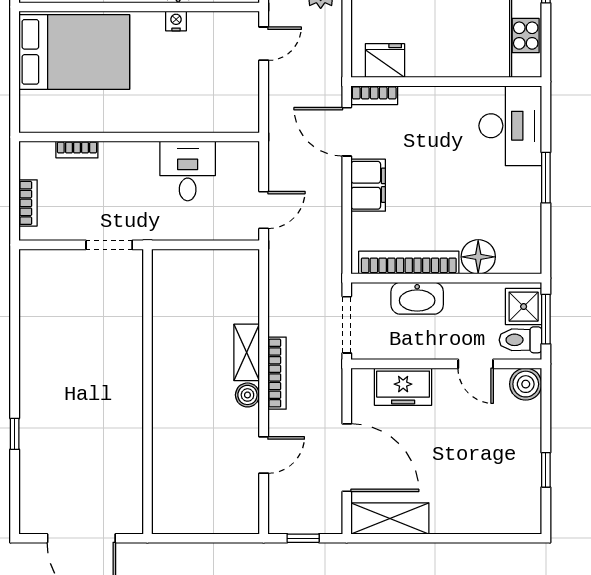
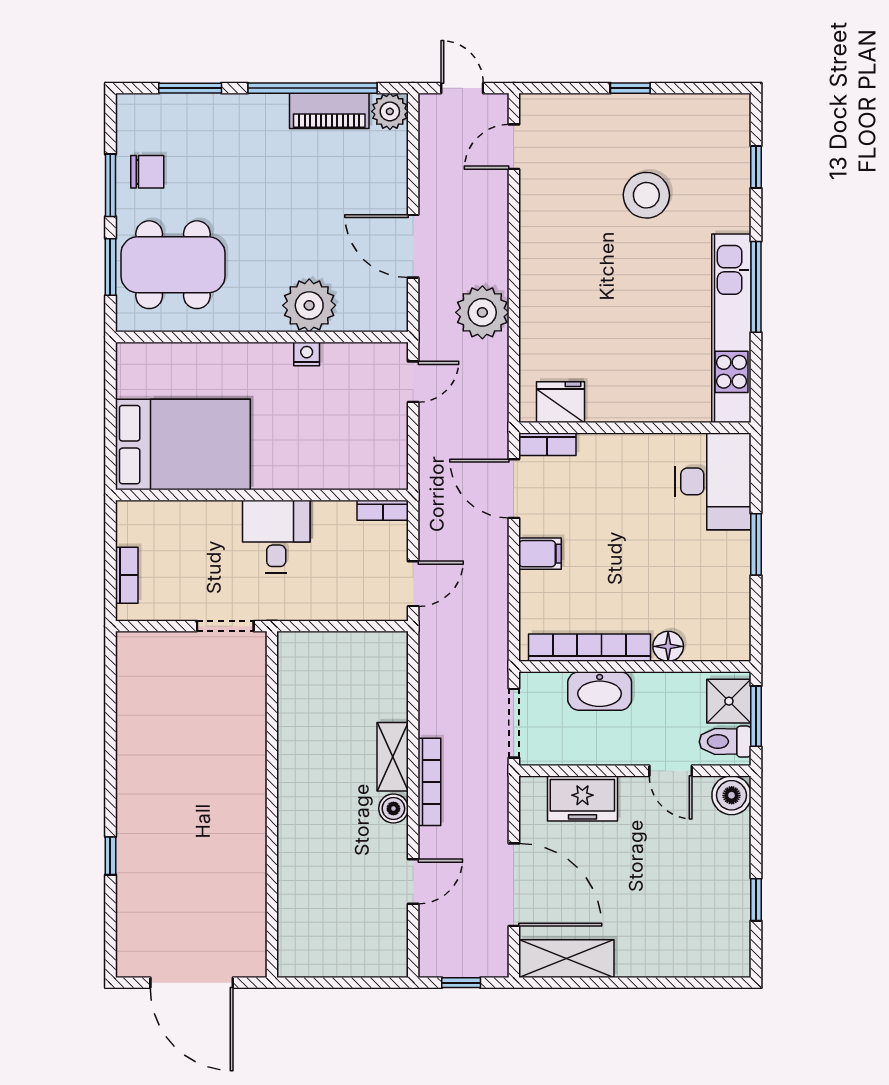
bed: (74, 52) -> (183, 445), moved
bookcase: (77, 150) -> (383, 510), moved
desk: (188, 171) -> (276, 536), moved
filing cabinet: (368, 185) -> (540, 554), width x0.50
floor lamp: (478, 257) -> (668, 646), width x0.73, depth x0.73

